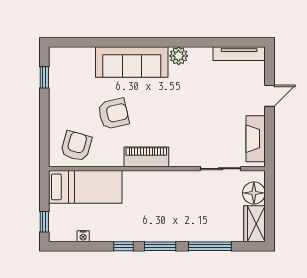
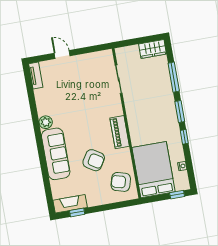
tv unit: (239, 54) -> (36, 75), width x0.71
armchair: (113, 114) -> (94, 160), turned 135
fireplace: (256, 139) -> (70, 204), moved, turned 180
bed: (85, 187) -> (154, 170), width x1.50
floor lamp: (254, 193) -> (131, 53), removed

